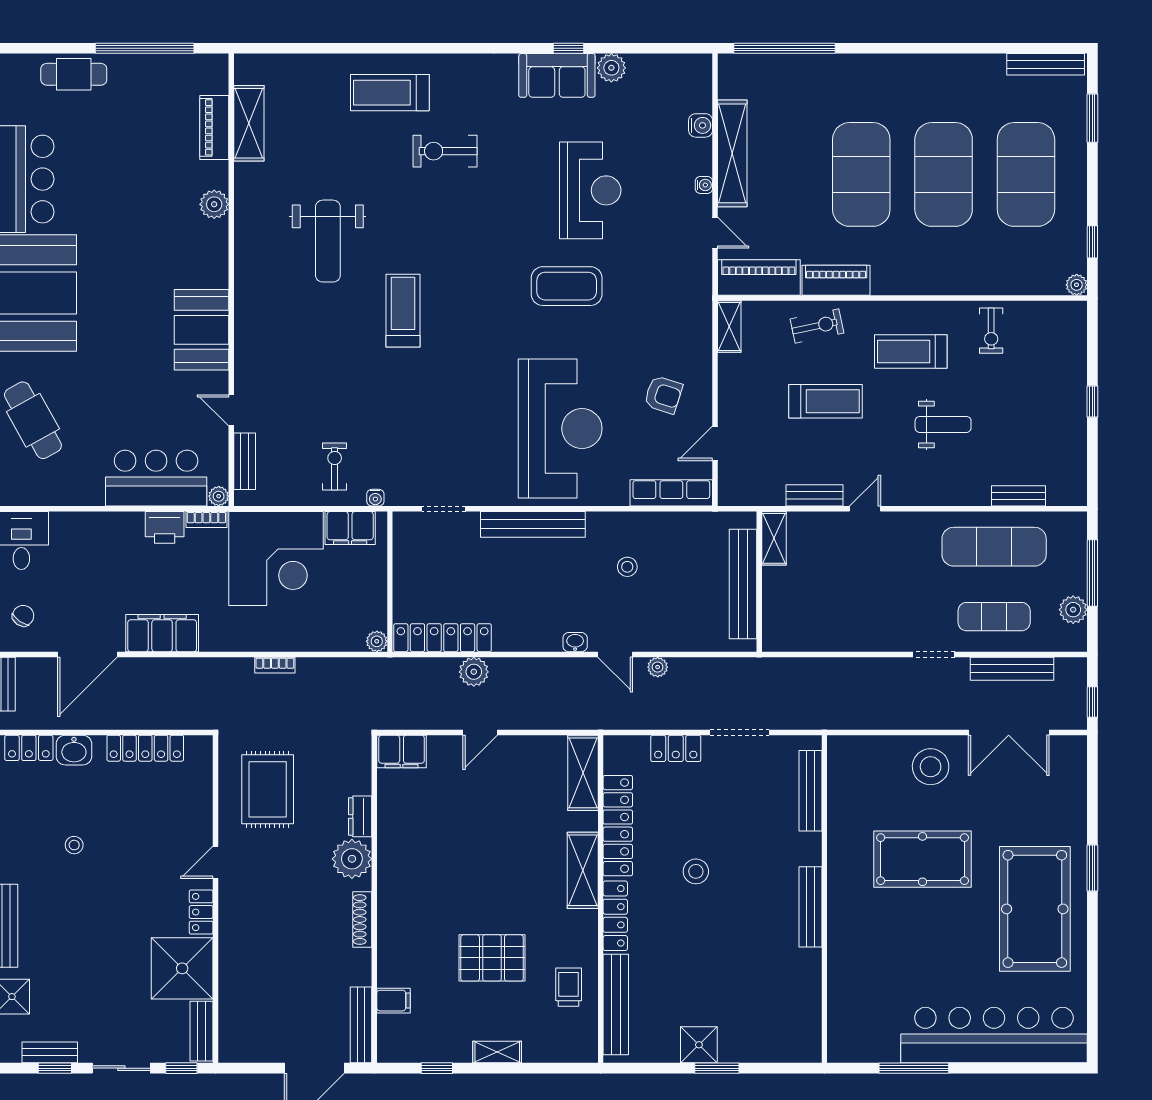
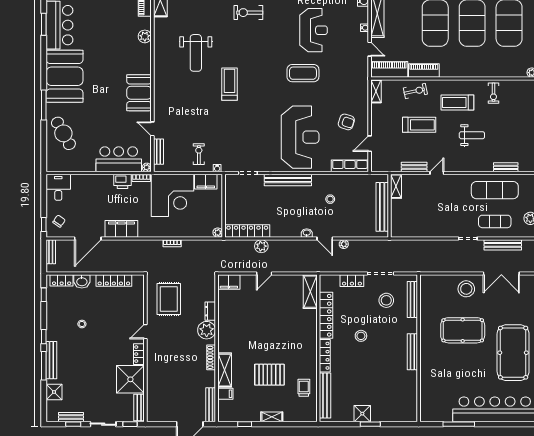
stool: (752, 792) -> (386, 300), added
shelving: (583, 870) -> (225, 370), moved

